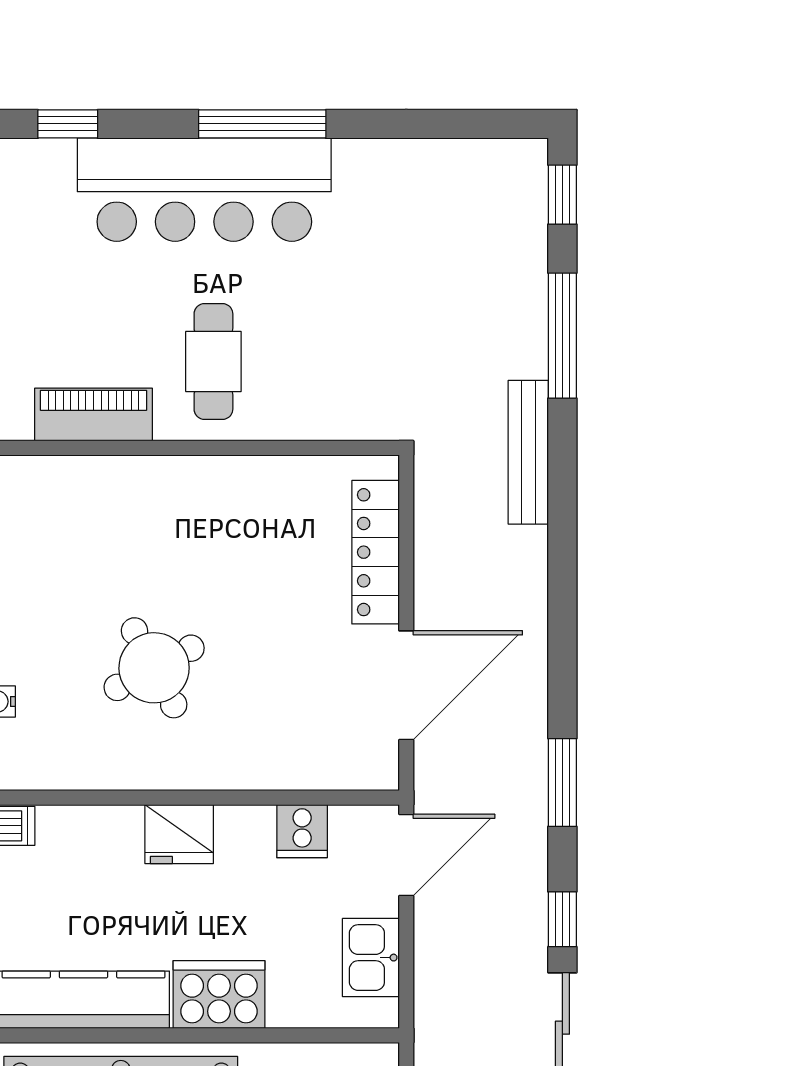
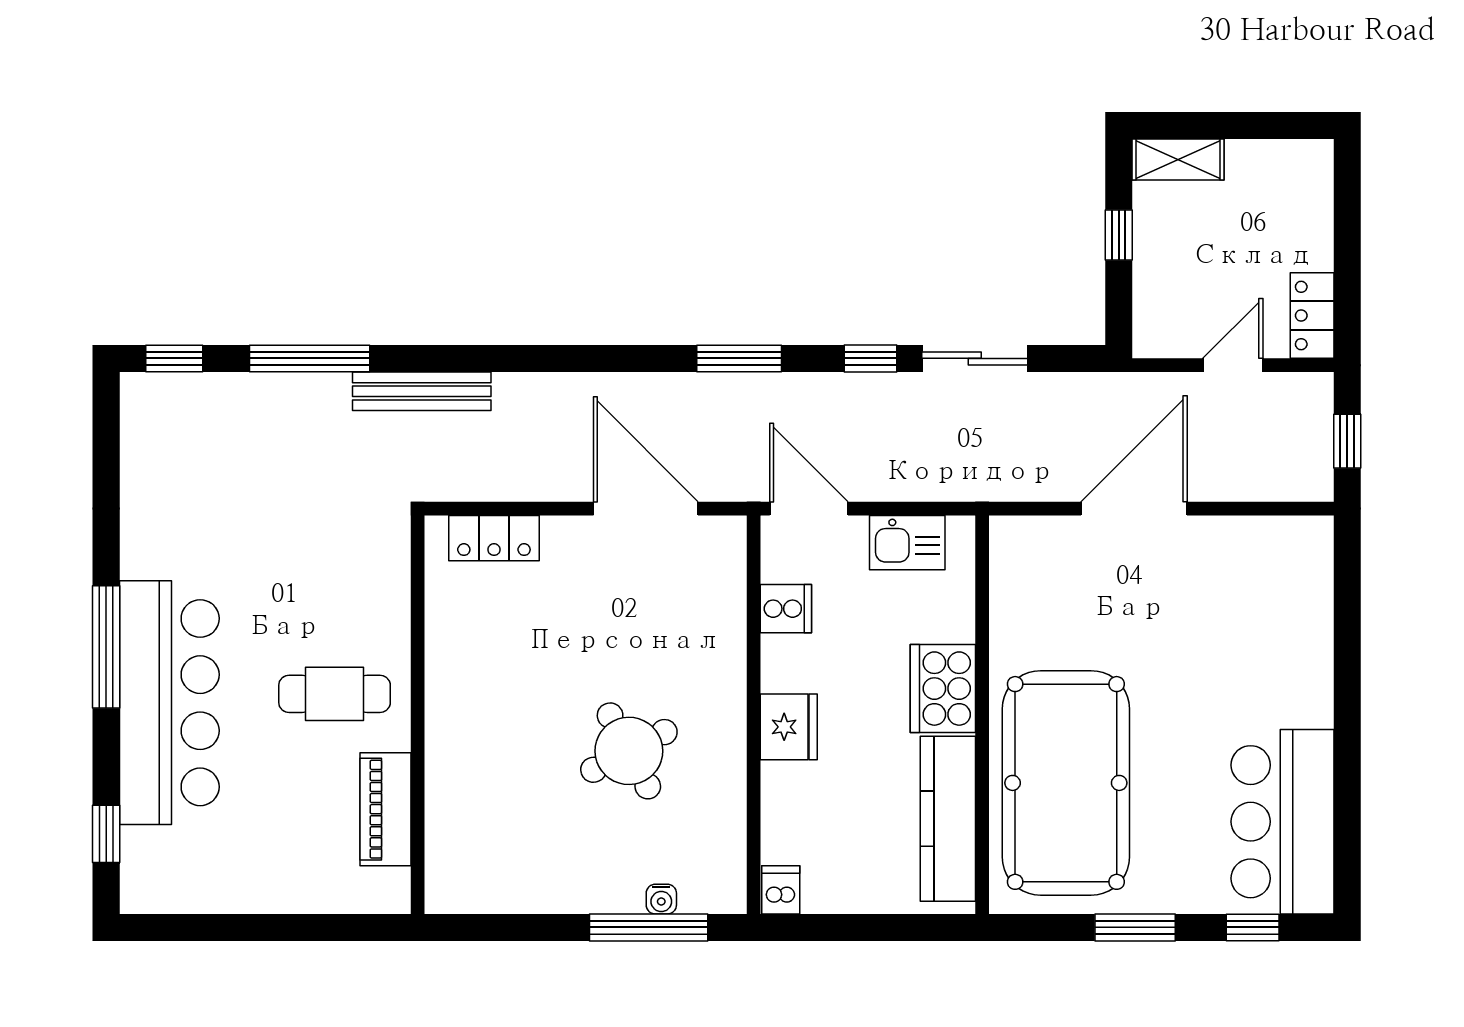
locker: (376, 552) -> (494, 538), width x0.66

